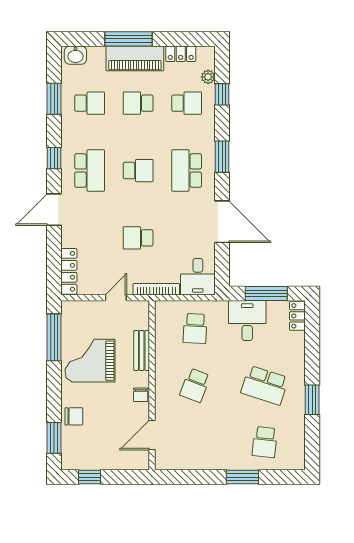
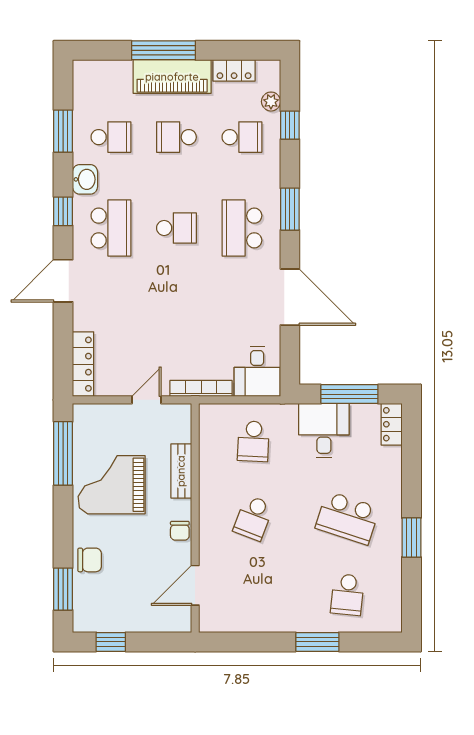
washbasin: (75, 55) -> (85, 179), moved, turned -90
school desk: (138, 238) -> (176, 319), removed

